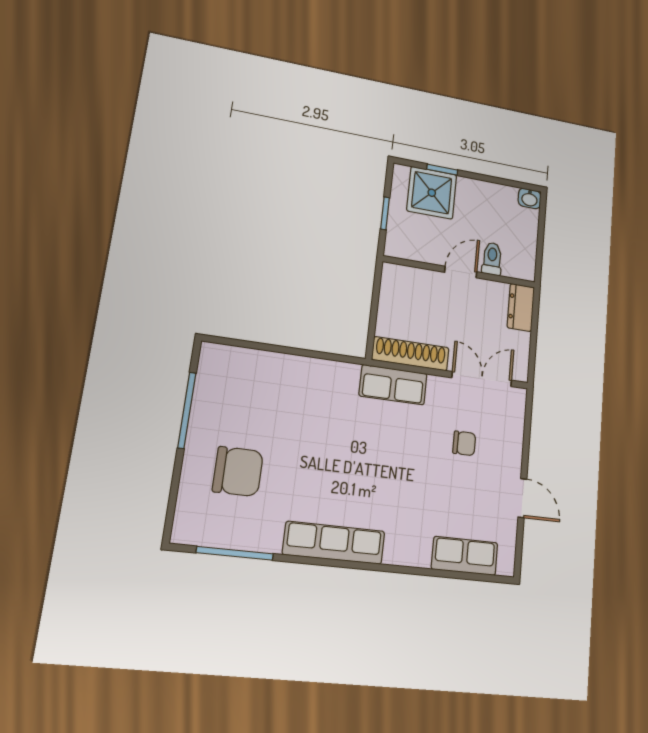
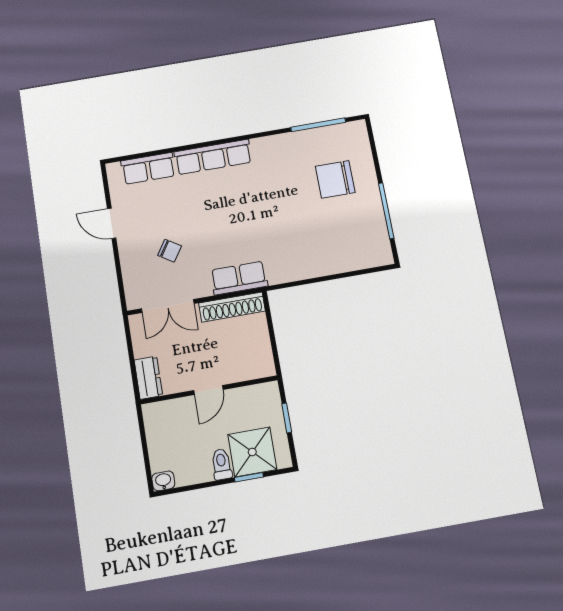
toilet: (492, 259) -> (222, 464), moved, turned 180
chair: (464, 443) -> (170, 251), turned -147
row of seats: (334, 543) -> (213, 157), moved

